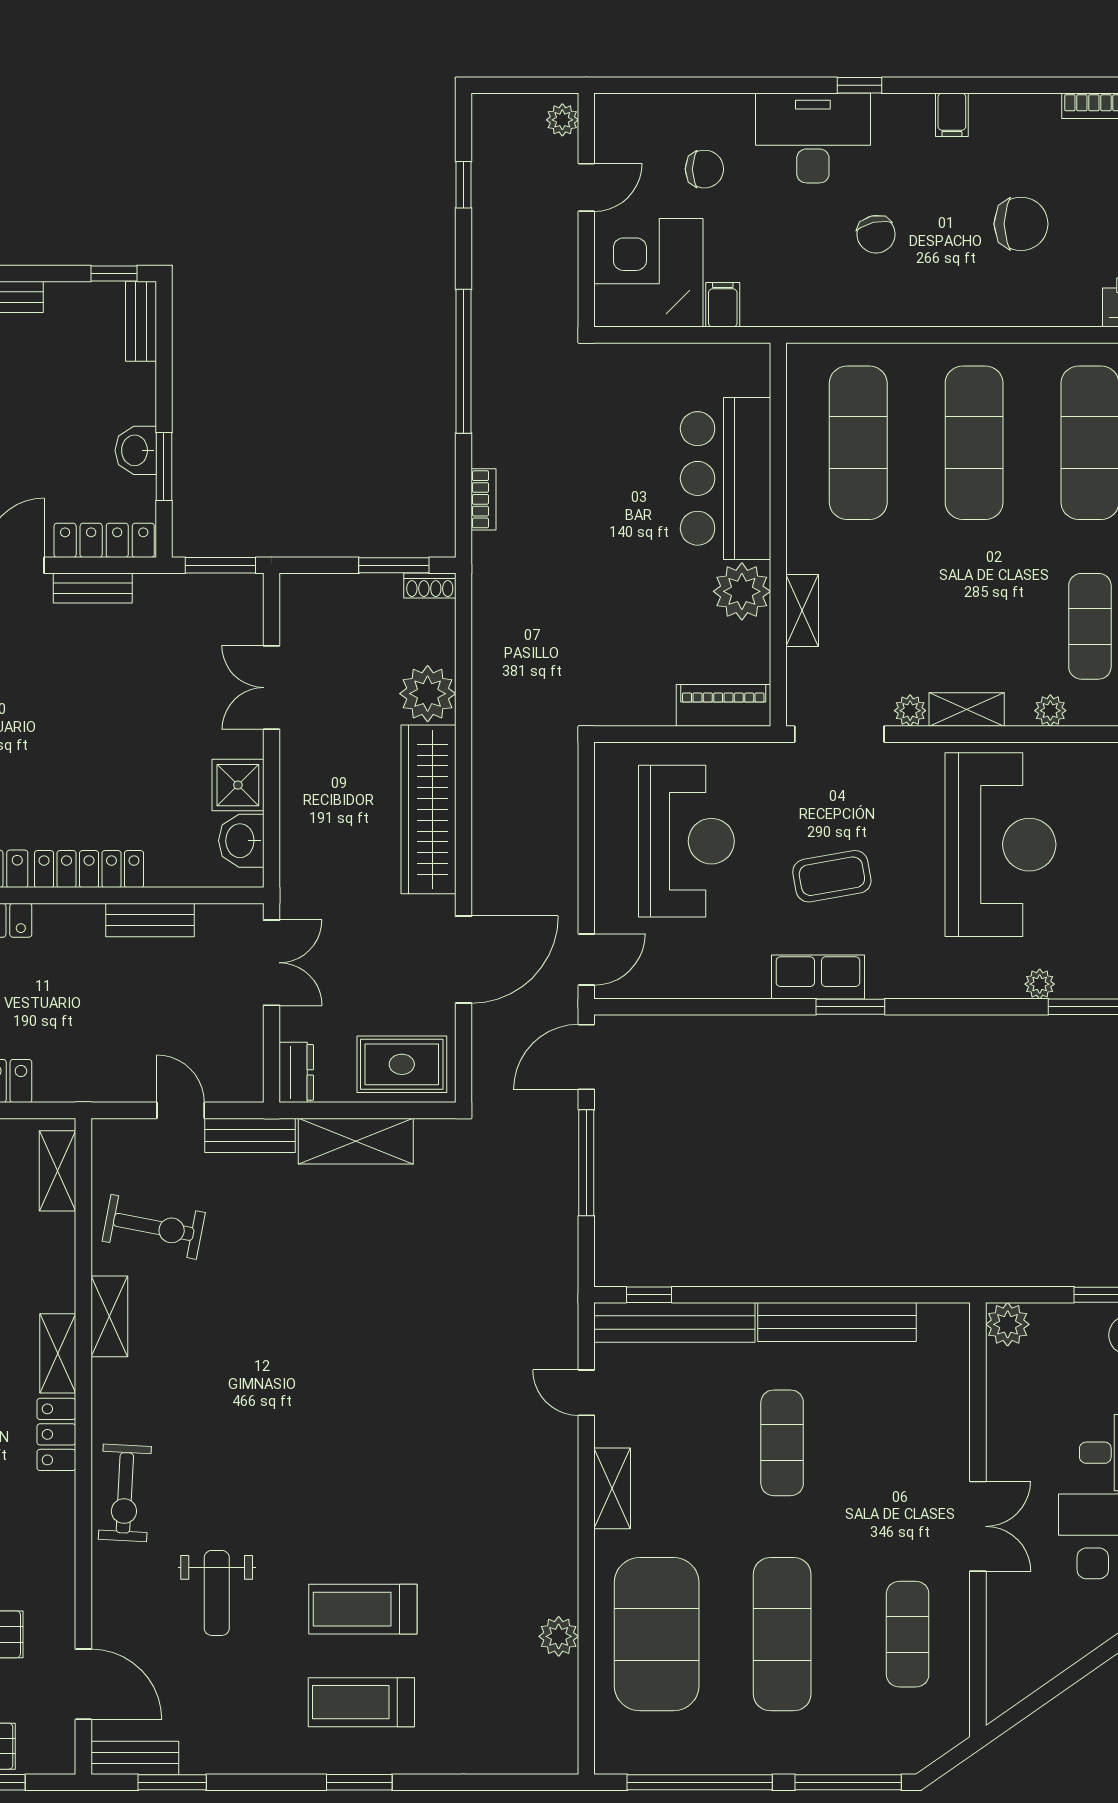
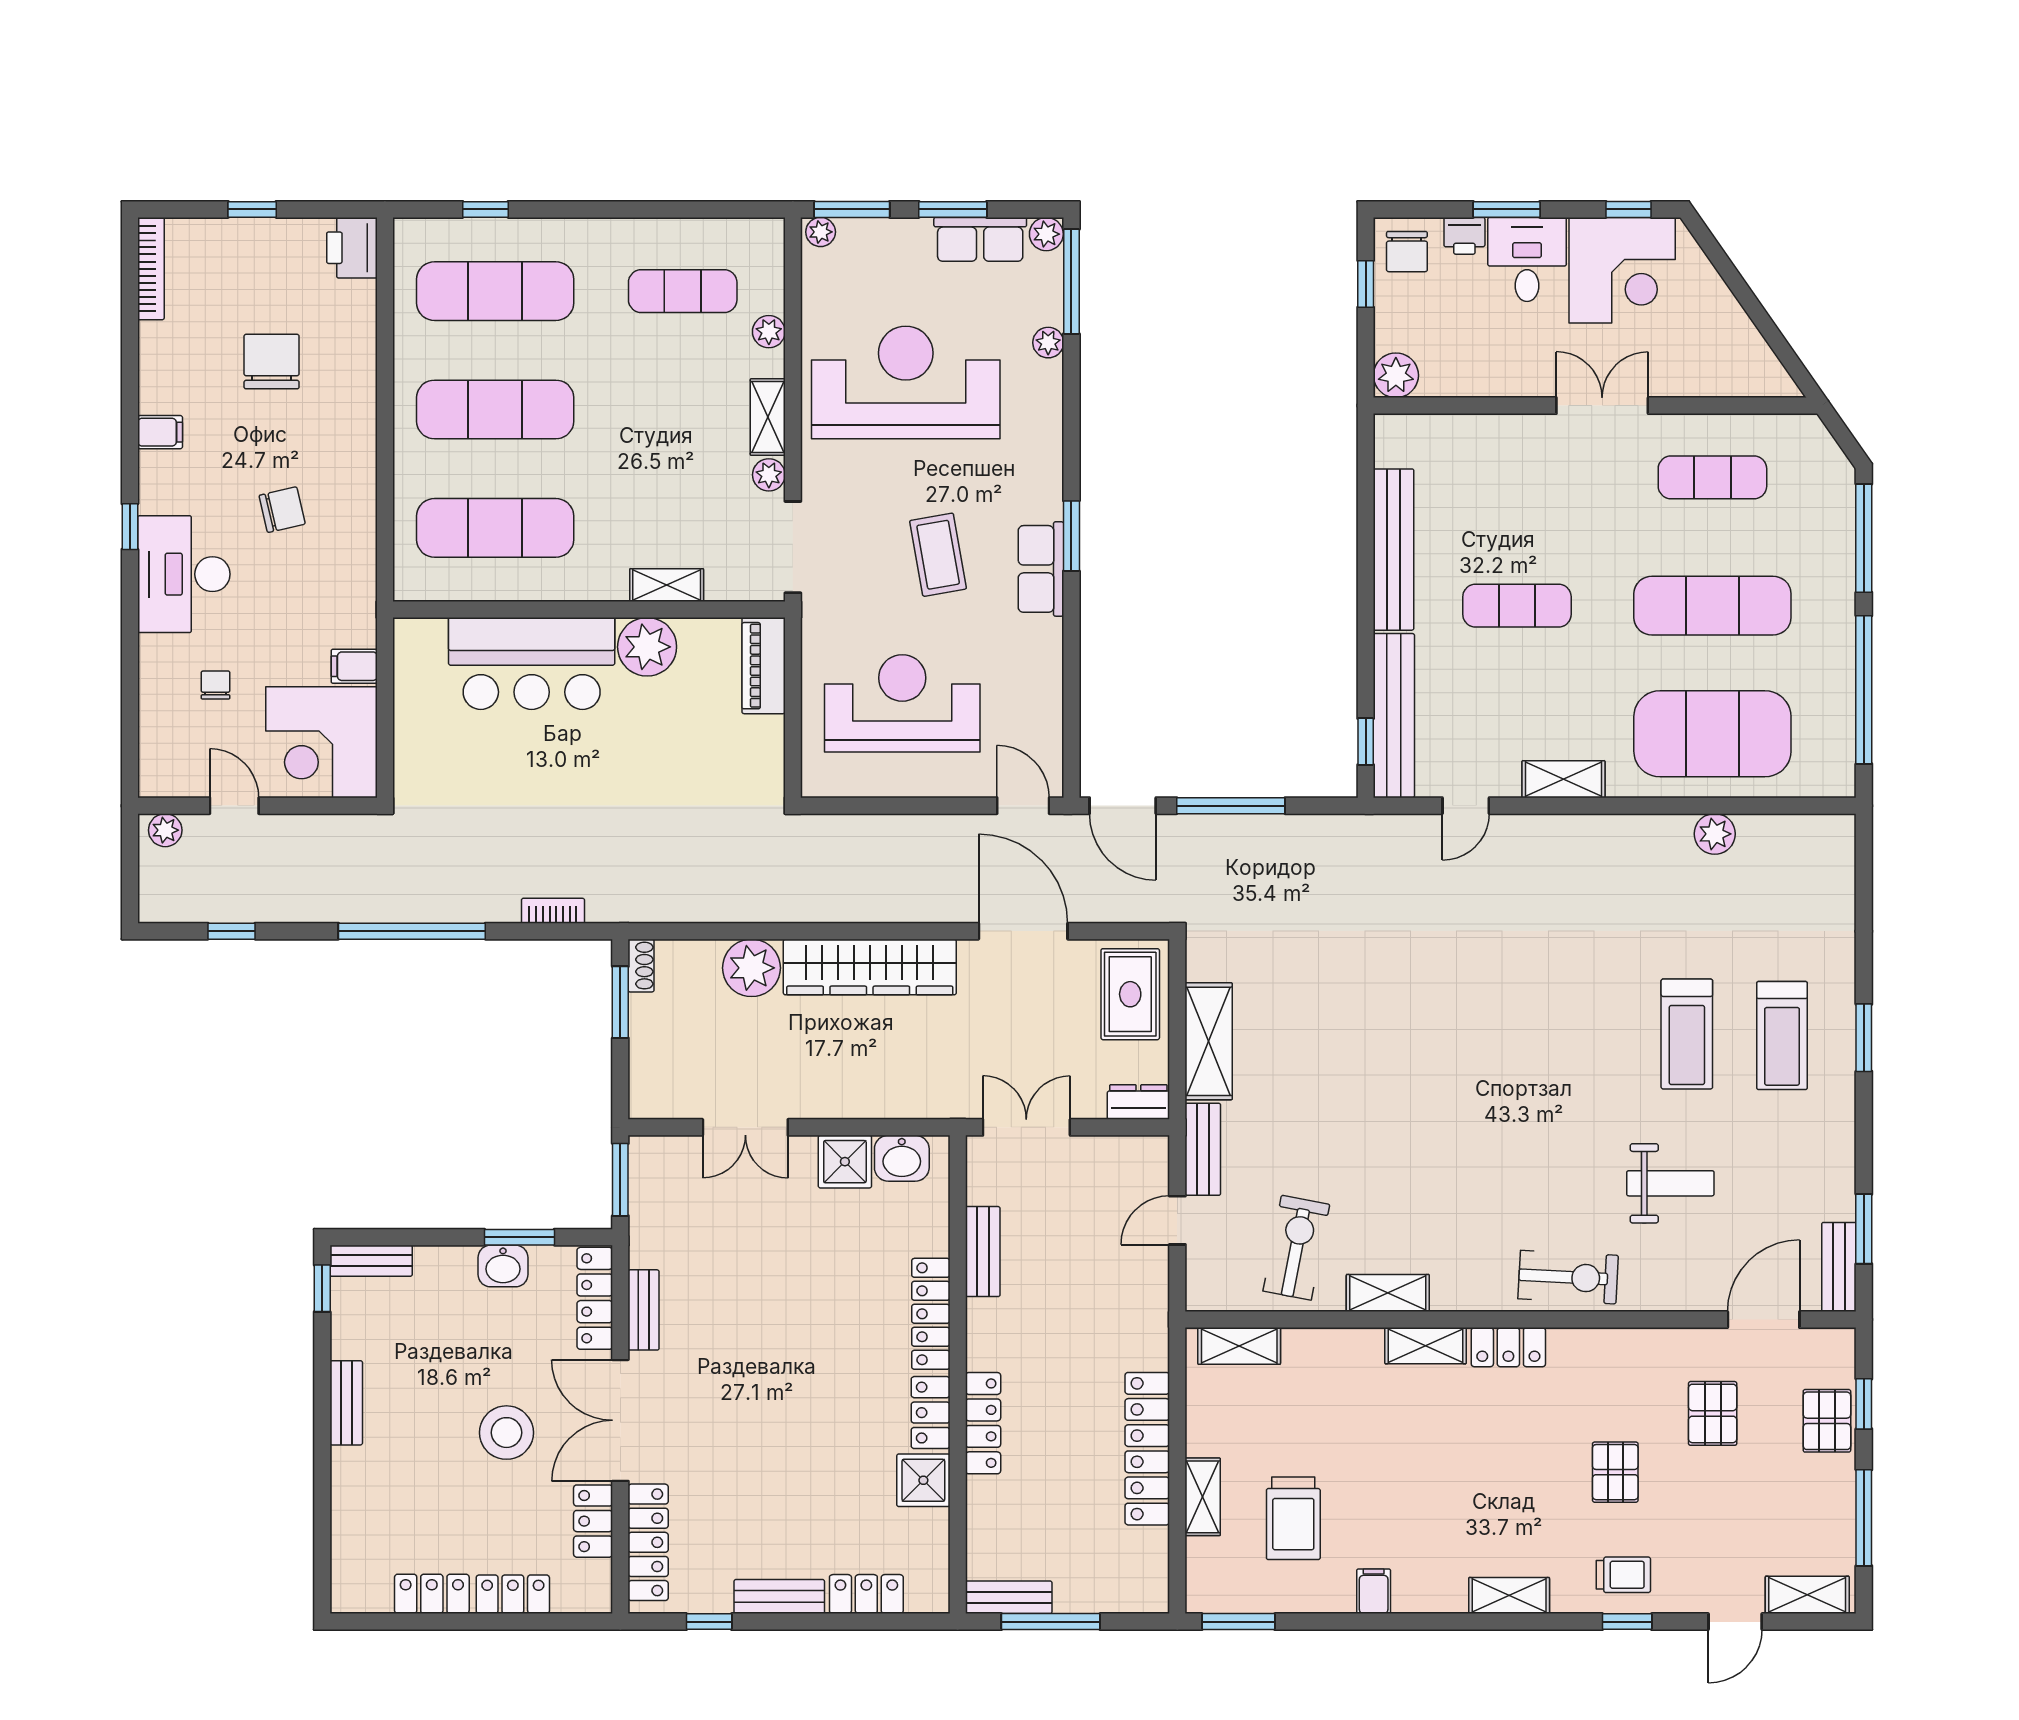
chair: (704, 169) -> (216, 685), width x0.73, depth x0.73

